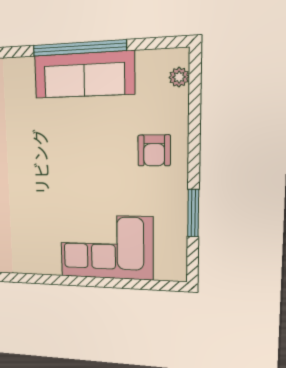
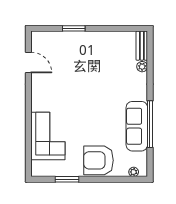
armchair: (154, 150) -> (98, 160), width x1.88, depth x1.88

